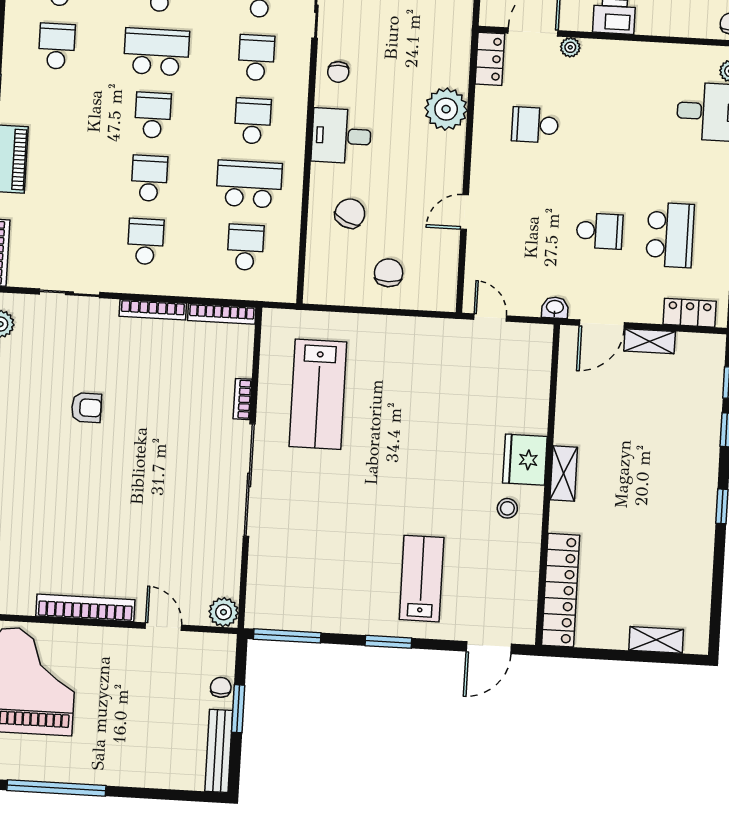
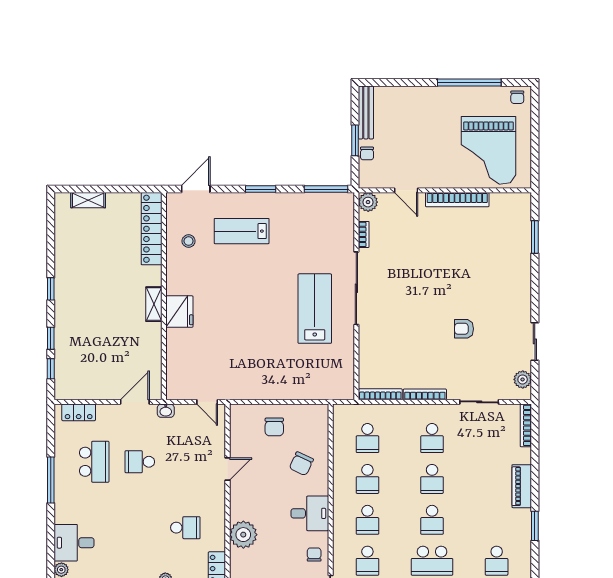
school desk: (249, 184) -> (367, 479), width x0.54
school desk: (670, 235) -> (94, 462), turned 180
shelving: (650, 341) -> (103, 393), removed
lab bench: (318, 394) -> (315, 309), moved
bookcase: (242, 399) -> (364, 234), moved
stool: (507, 508) -> (189, 241), moved
lab bench: (422, 579) -> (242, 231), turned 90

